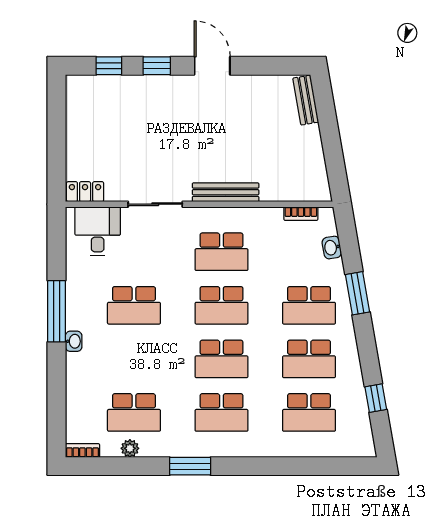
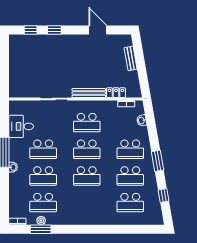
door: (212, 66) -> (98, 30), moved
bench: (306, 100) -> (131, 58), moved
locker: (85, 192) -> (116, 93), moved
desk: (98, 231) -> (21, 126), moved, turned -90
window: (358, 293) -> (157, 161), moved
school desk: (221, 412) -> (43, 176), moved
window: (190, 466) -> (41, 229), moved

